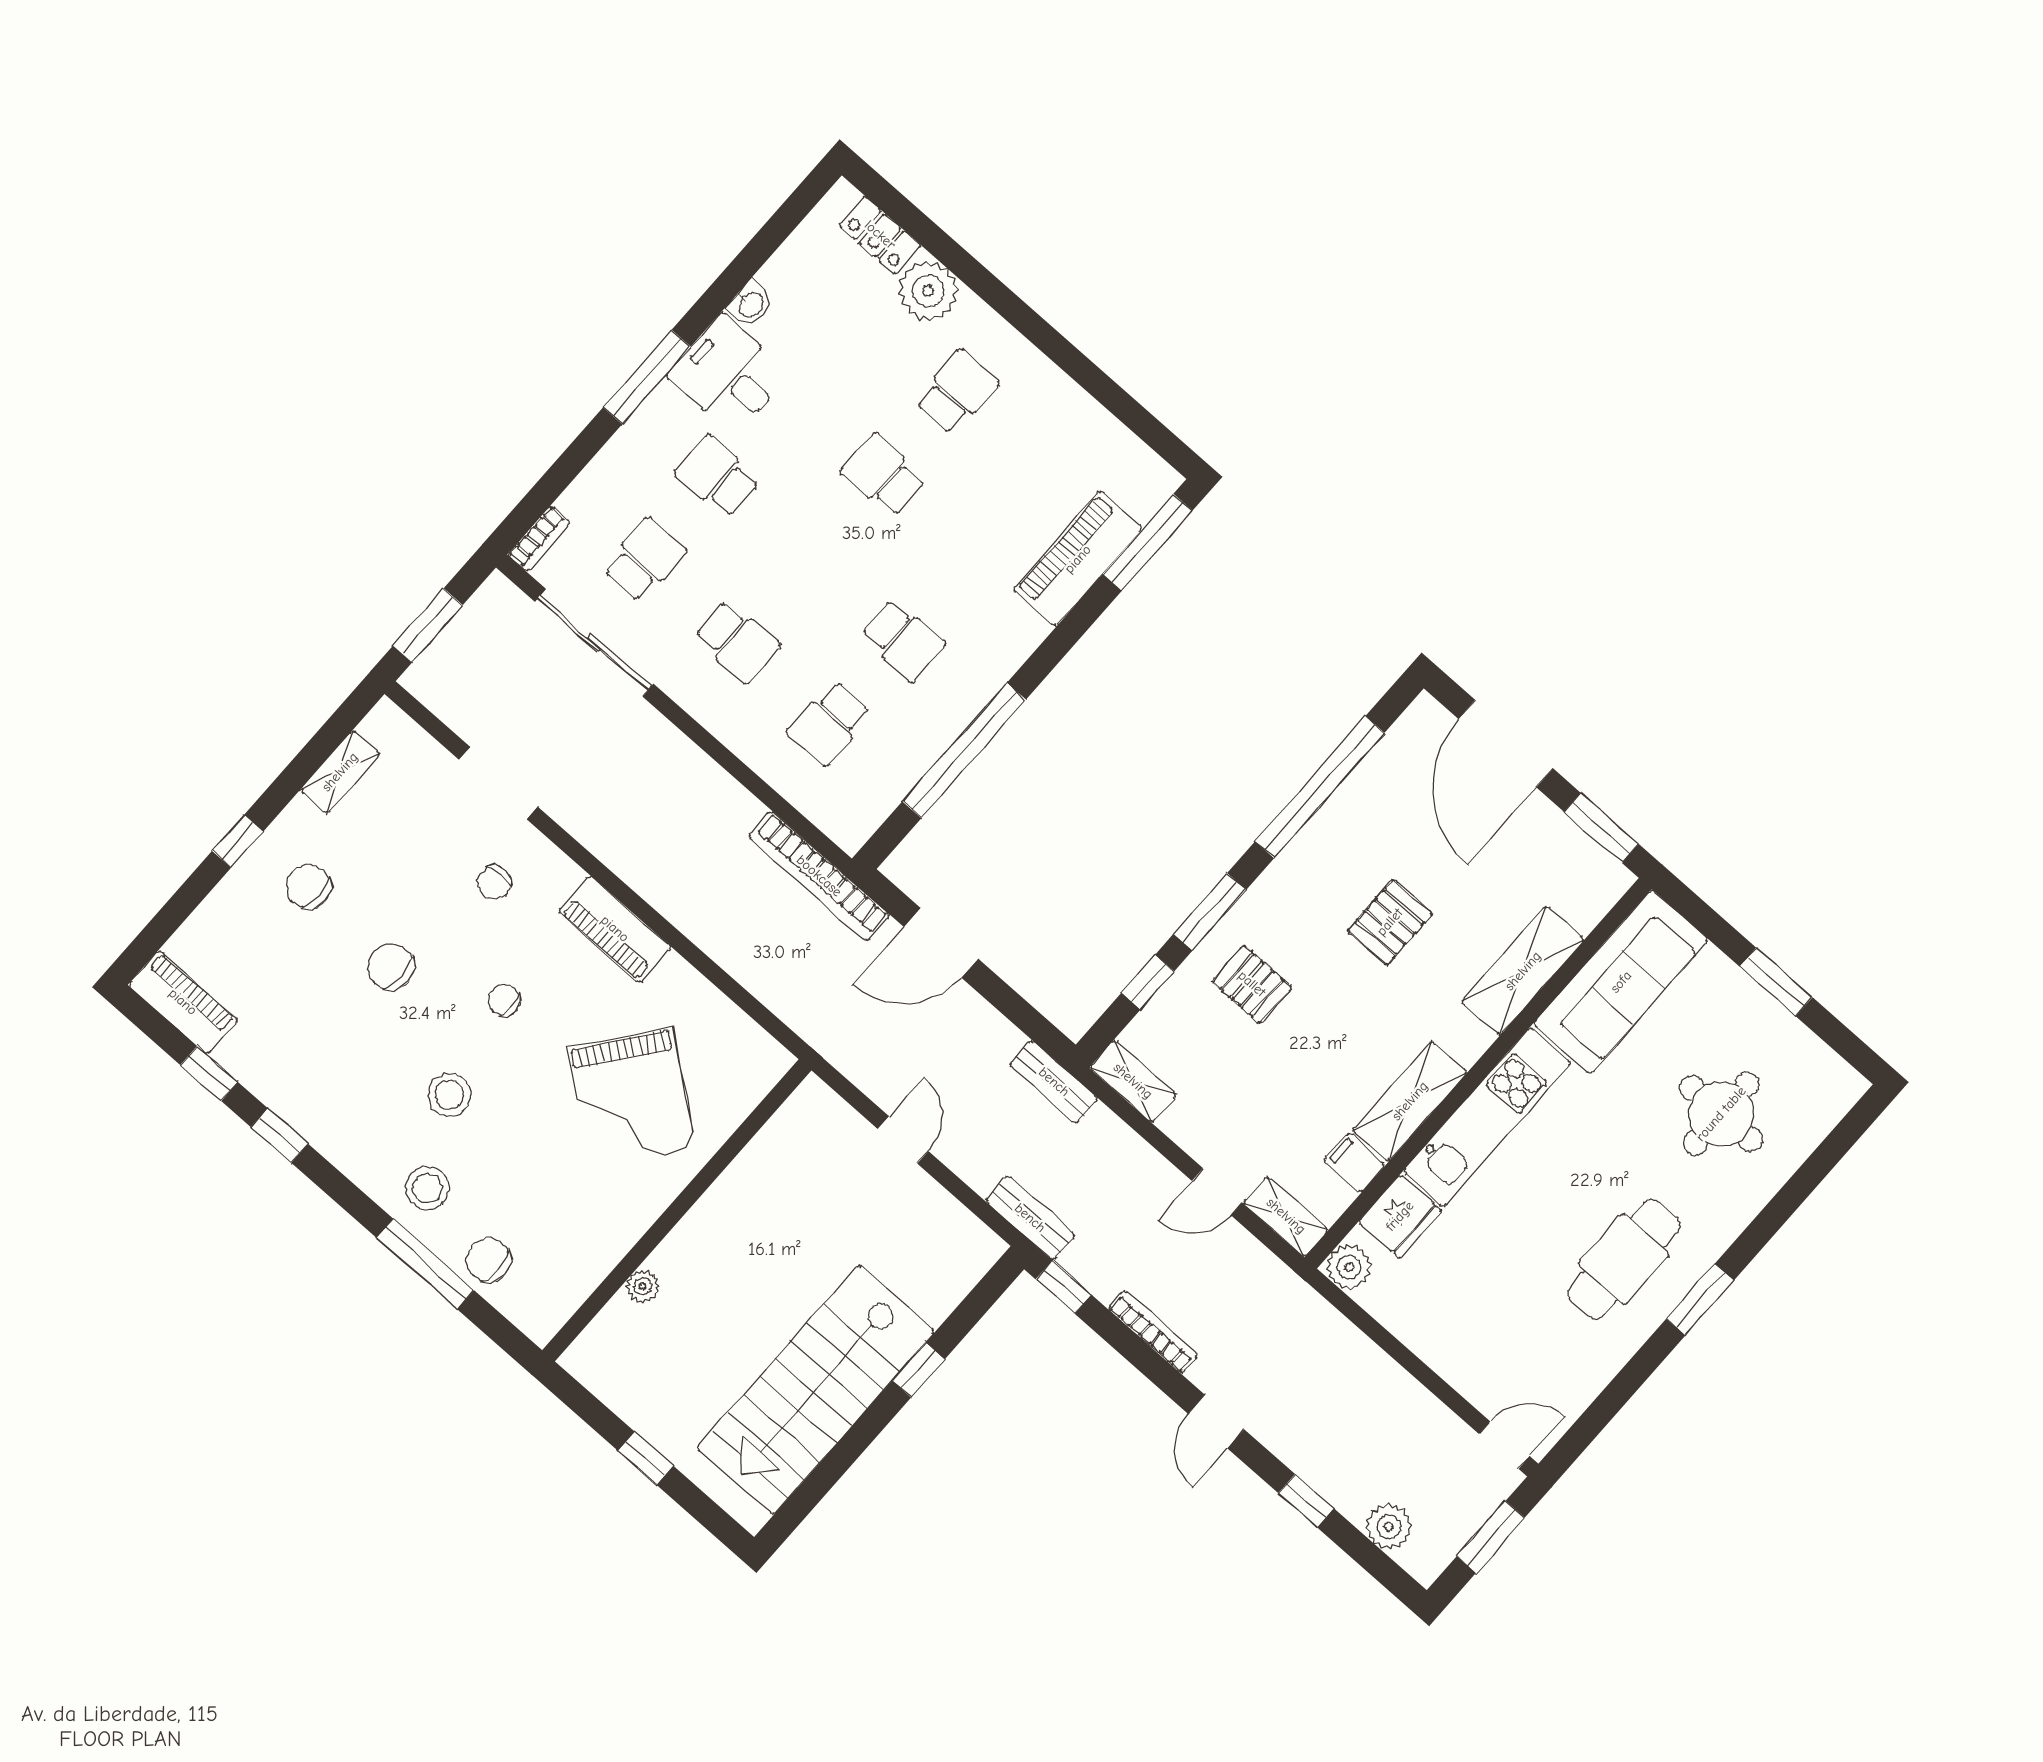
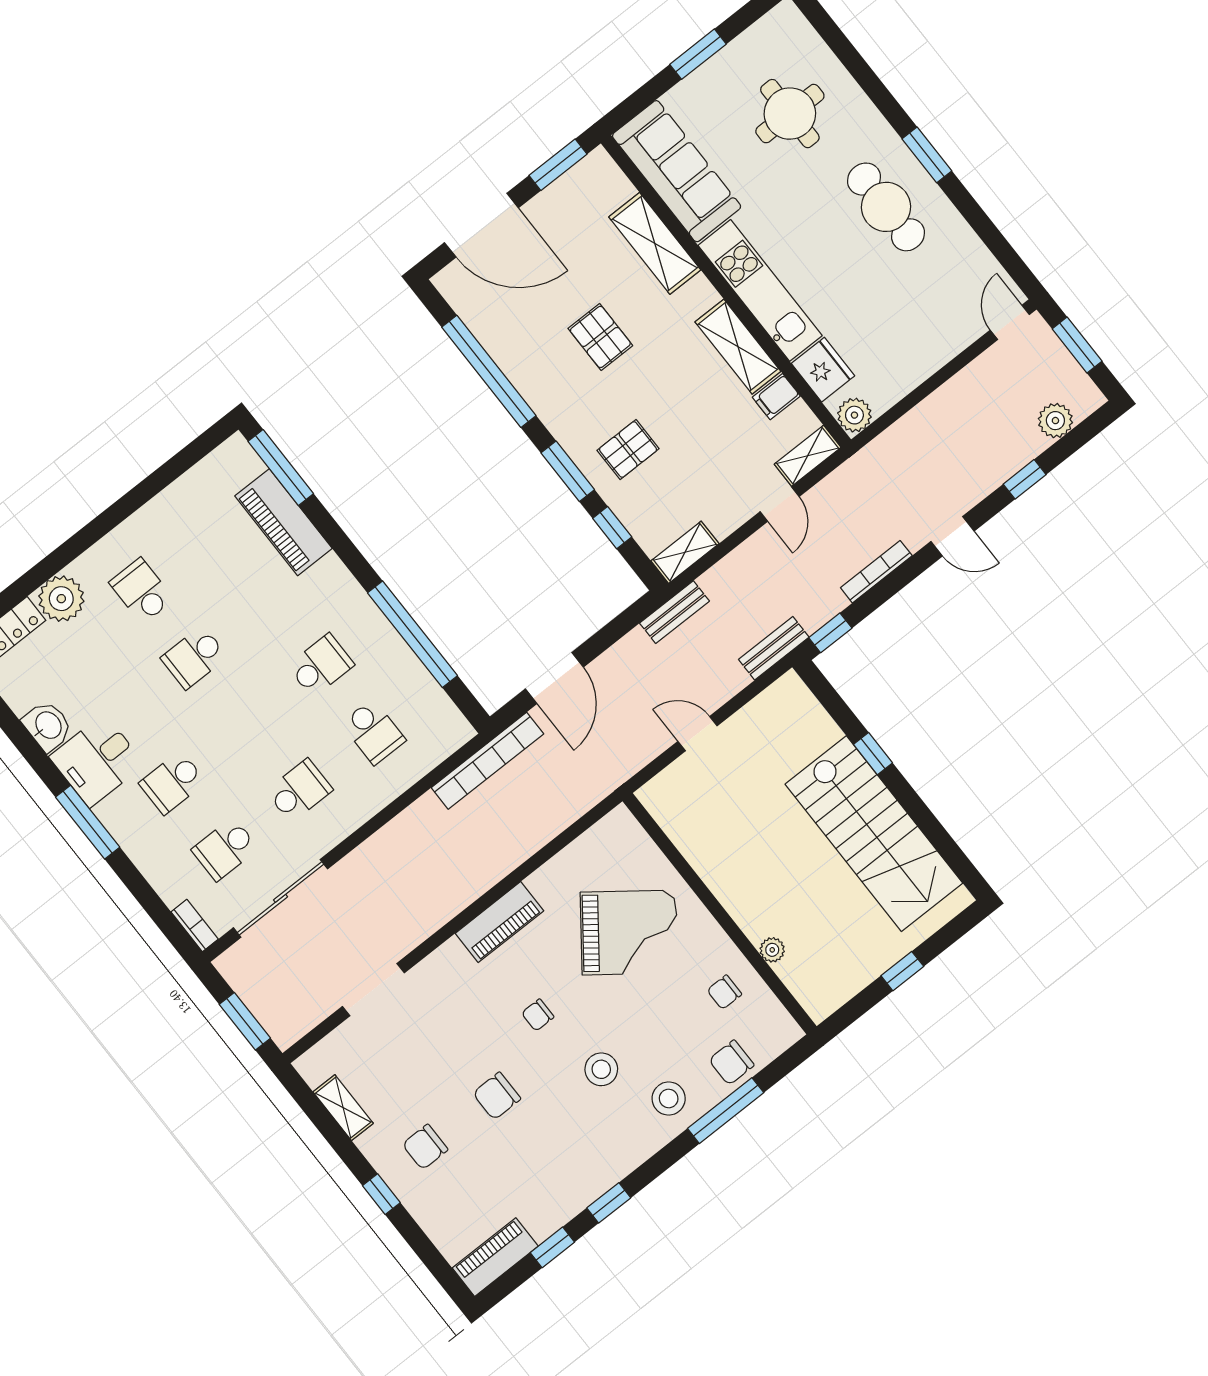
washbasin: (750, 304) -> (48, 726), width x1.38, depth x1.45
school desk: (644, 560) -> (225, 849), turned -90
chair: (494, 883) -> (724, 992), moved, turned 90

